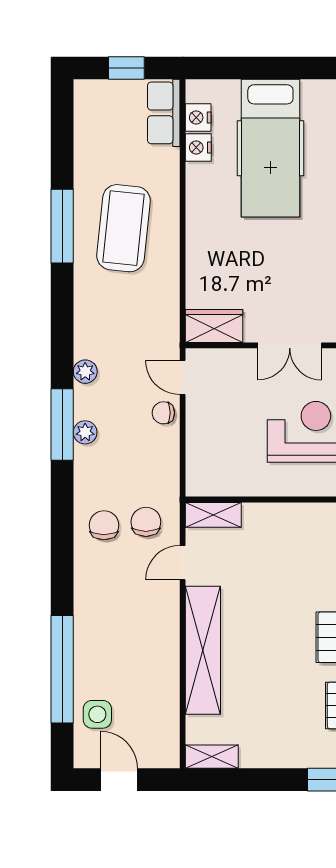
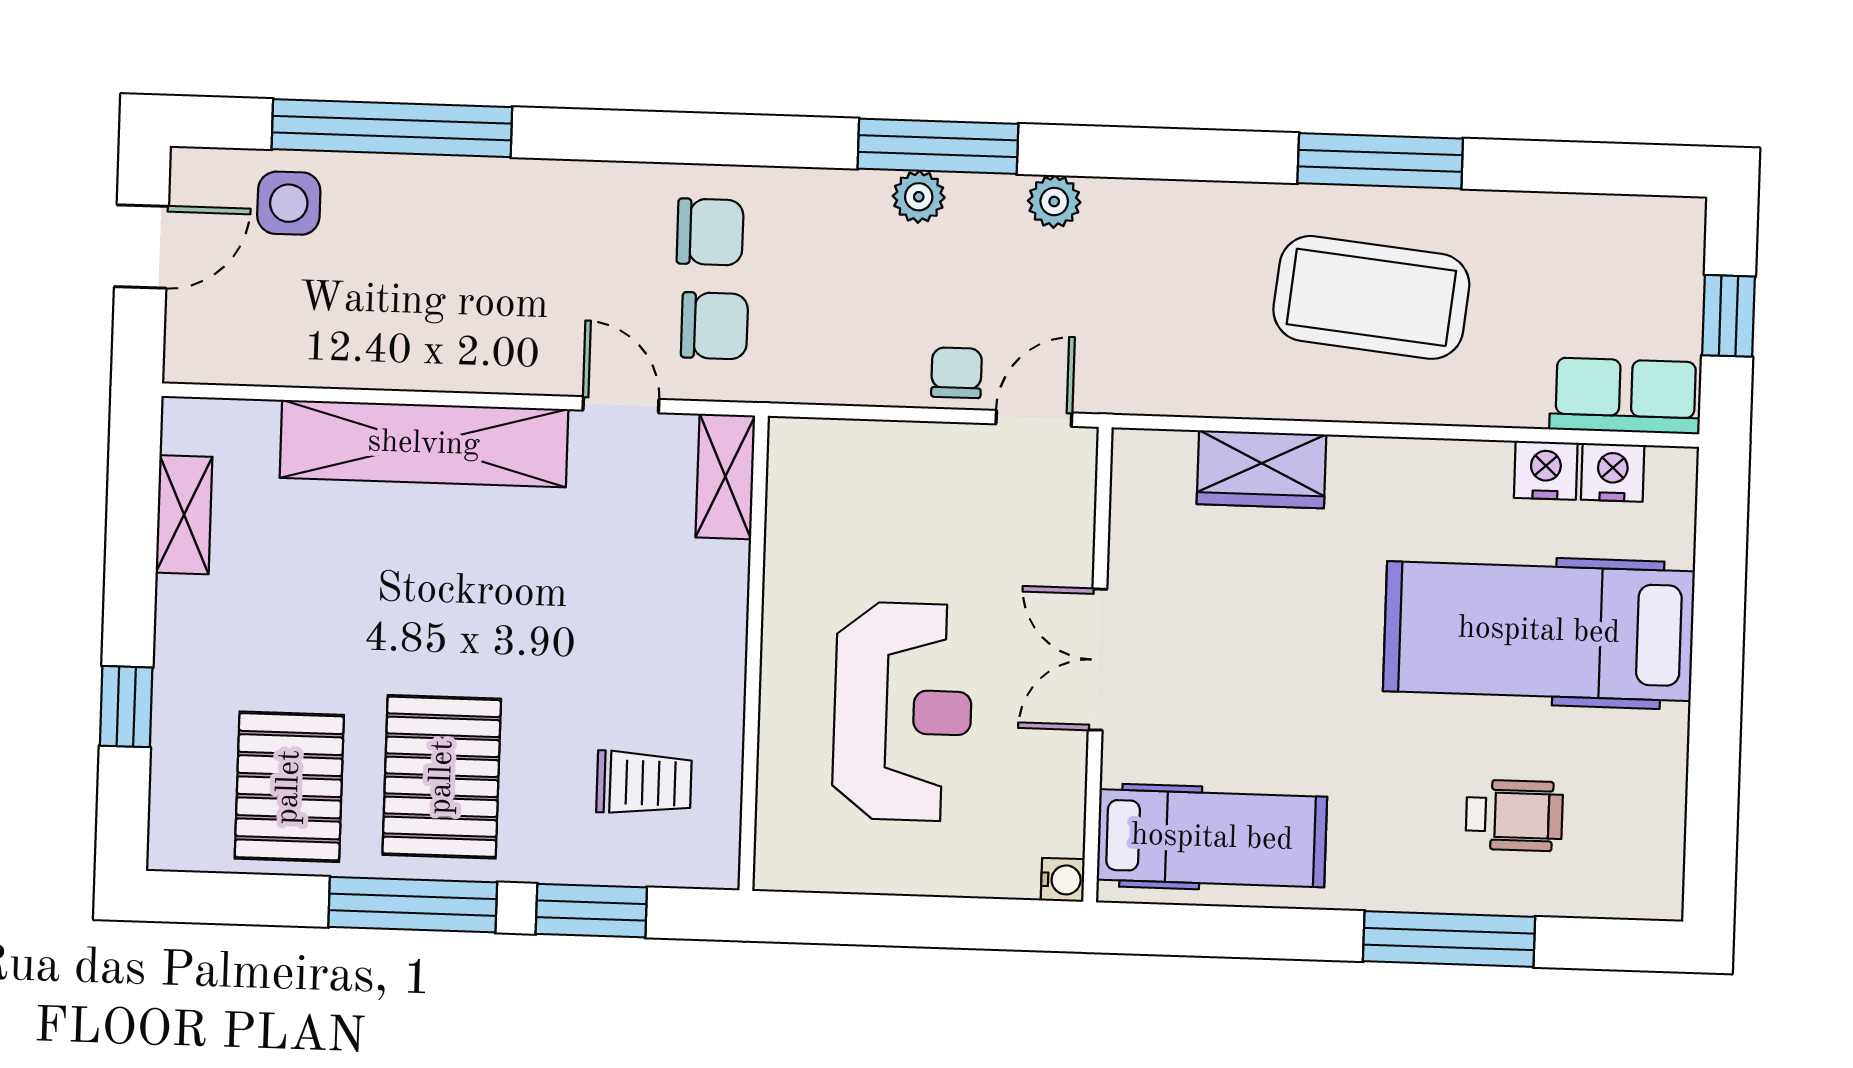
wardrobe: (214, 326) -> (1261, 469), moved, turned 90
shelving: (212, 757) -> (184, 515), moved

